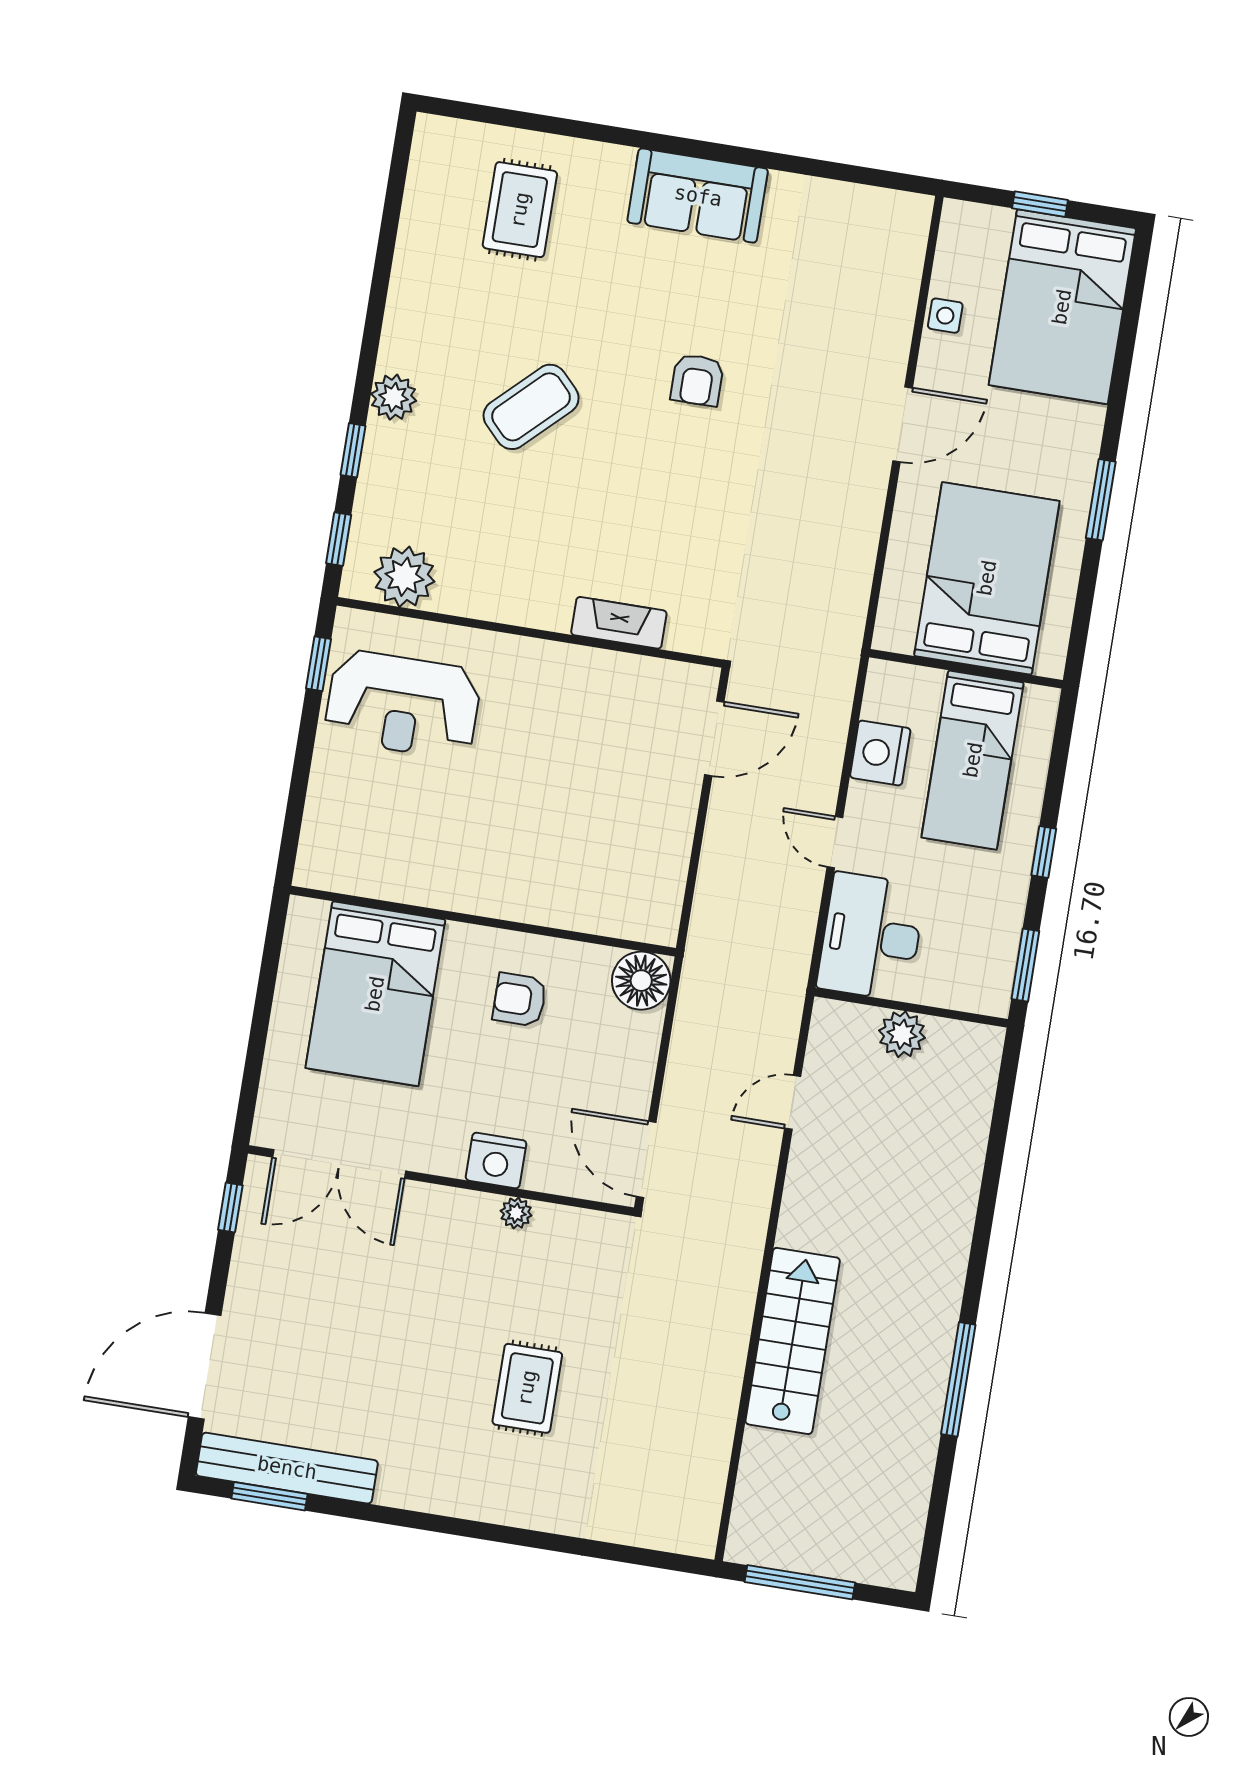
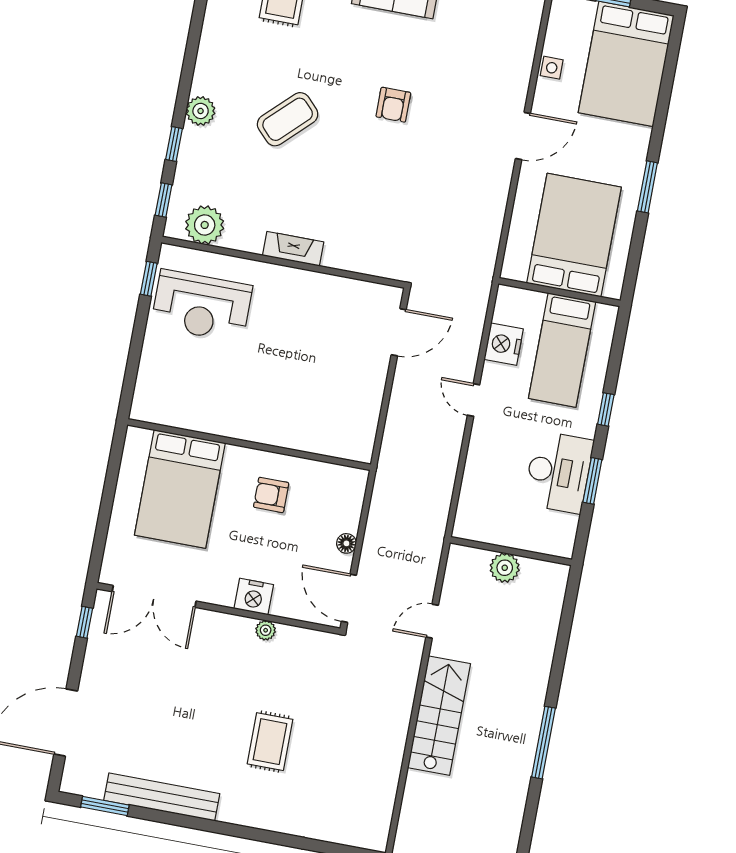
fireplace: (619, 623) -> (293, 249), moved
desk: (871, 937) -> (558, 472), moved, turned 180
floor lamp: (641, 981) -> (346, 543), moved, width x0.53, depth x0.53
wall: (911, 1008) -> (511, 551), moved
plant: (902, 1034) -> (505, 568), moved
door: (793, 1102) -> (432, 621), moved
bench: (287, 1468) -> (162, 797), moved

